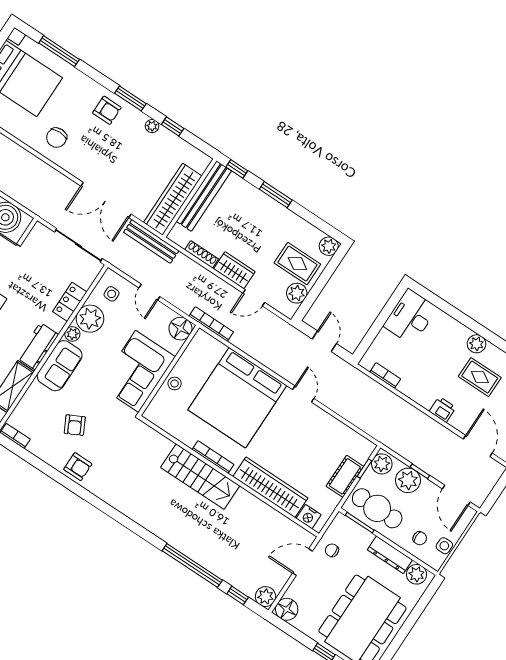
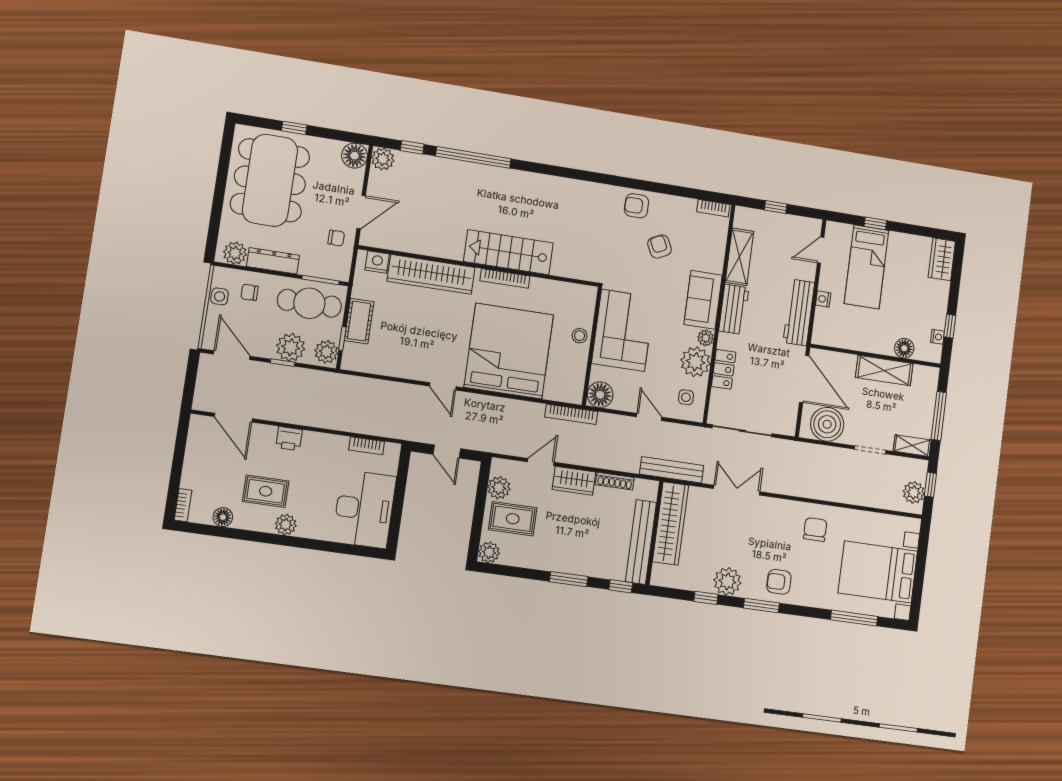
plant: (152, 126) -> (727, 581), width x1.87, depth x1.87
double door: (106, 200) -> (737, 490), width x0.73
desk: (410, 317) -> (364, 509), width x1.36, depth x1.30

